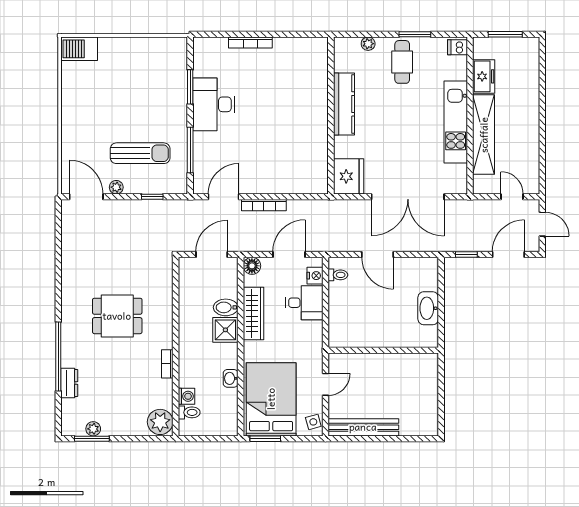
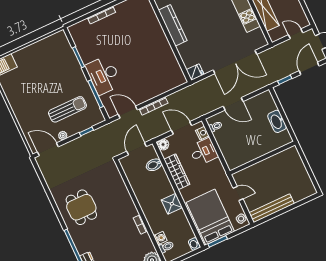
desk: (214, 104) -> (104, 75), moved
fridge: (349, 176) -> (195, 72), width x0.53, depth x0.75
door: (223, 197) -> (128, 112), hinge flipped
door: (289, 255) -> (181, 128), hinge flipped
bidet: (226, 307) -> (154, 165), moved
dining table: (117, 316) -> (81, 207), moved, turned 90
shower: (225, 330) -> (172, 204), moved
washbasin: (231, 378) -> (194, 244), moved
door: (326, 384) -> (238, 193), hinge flipped

